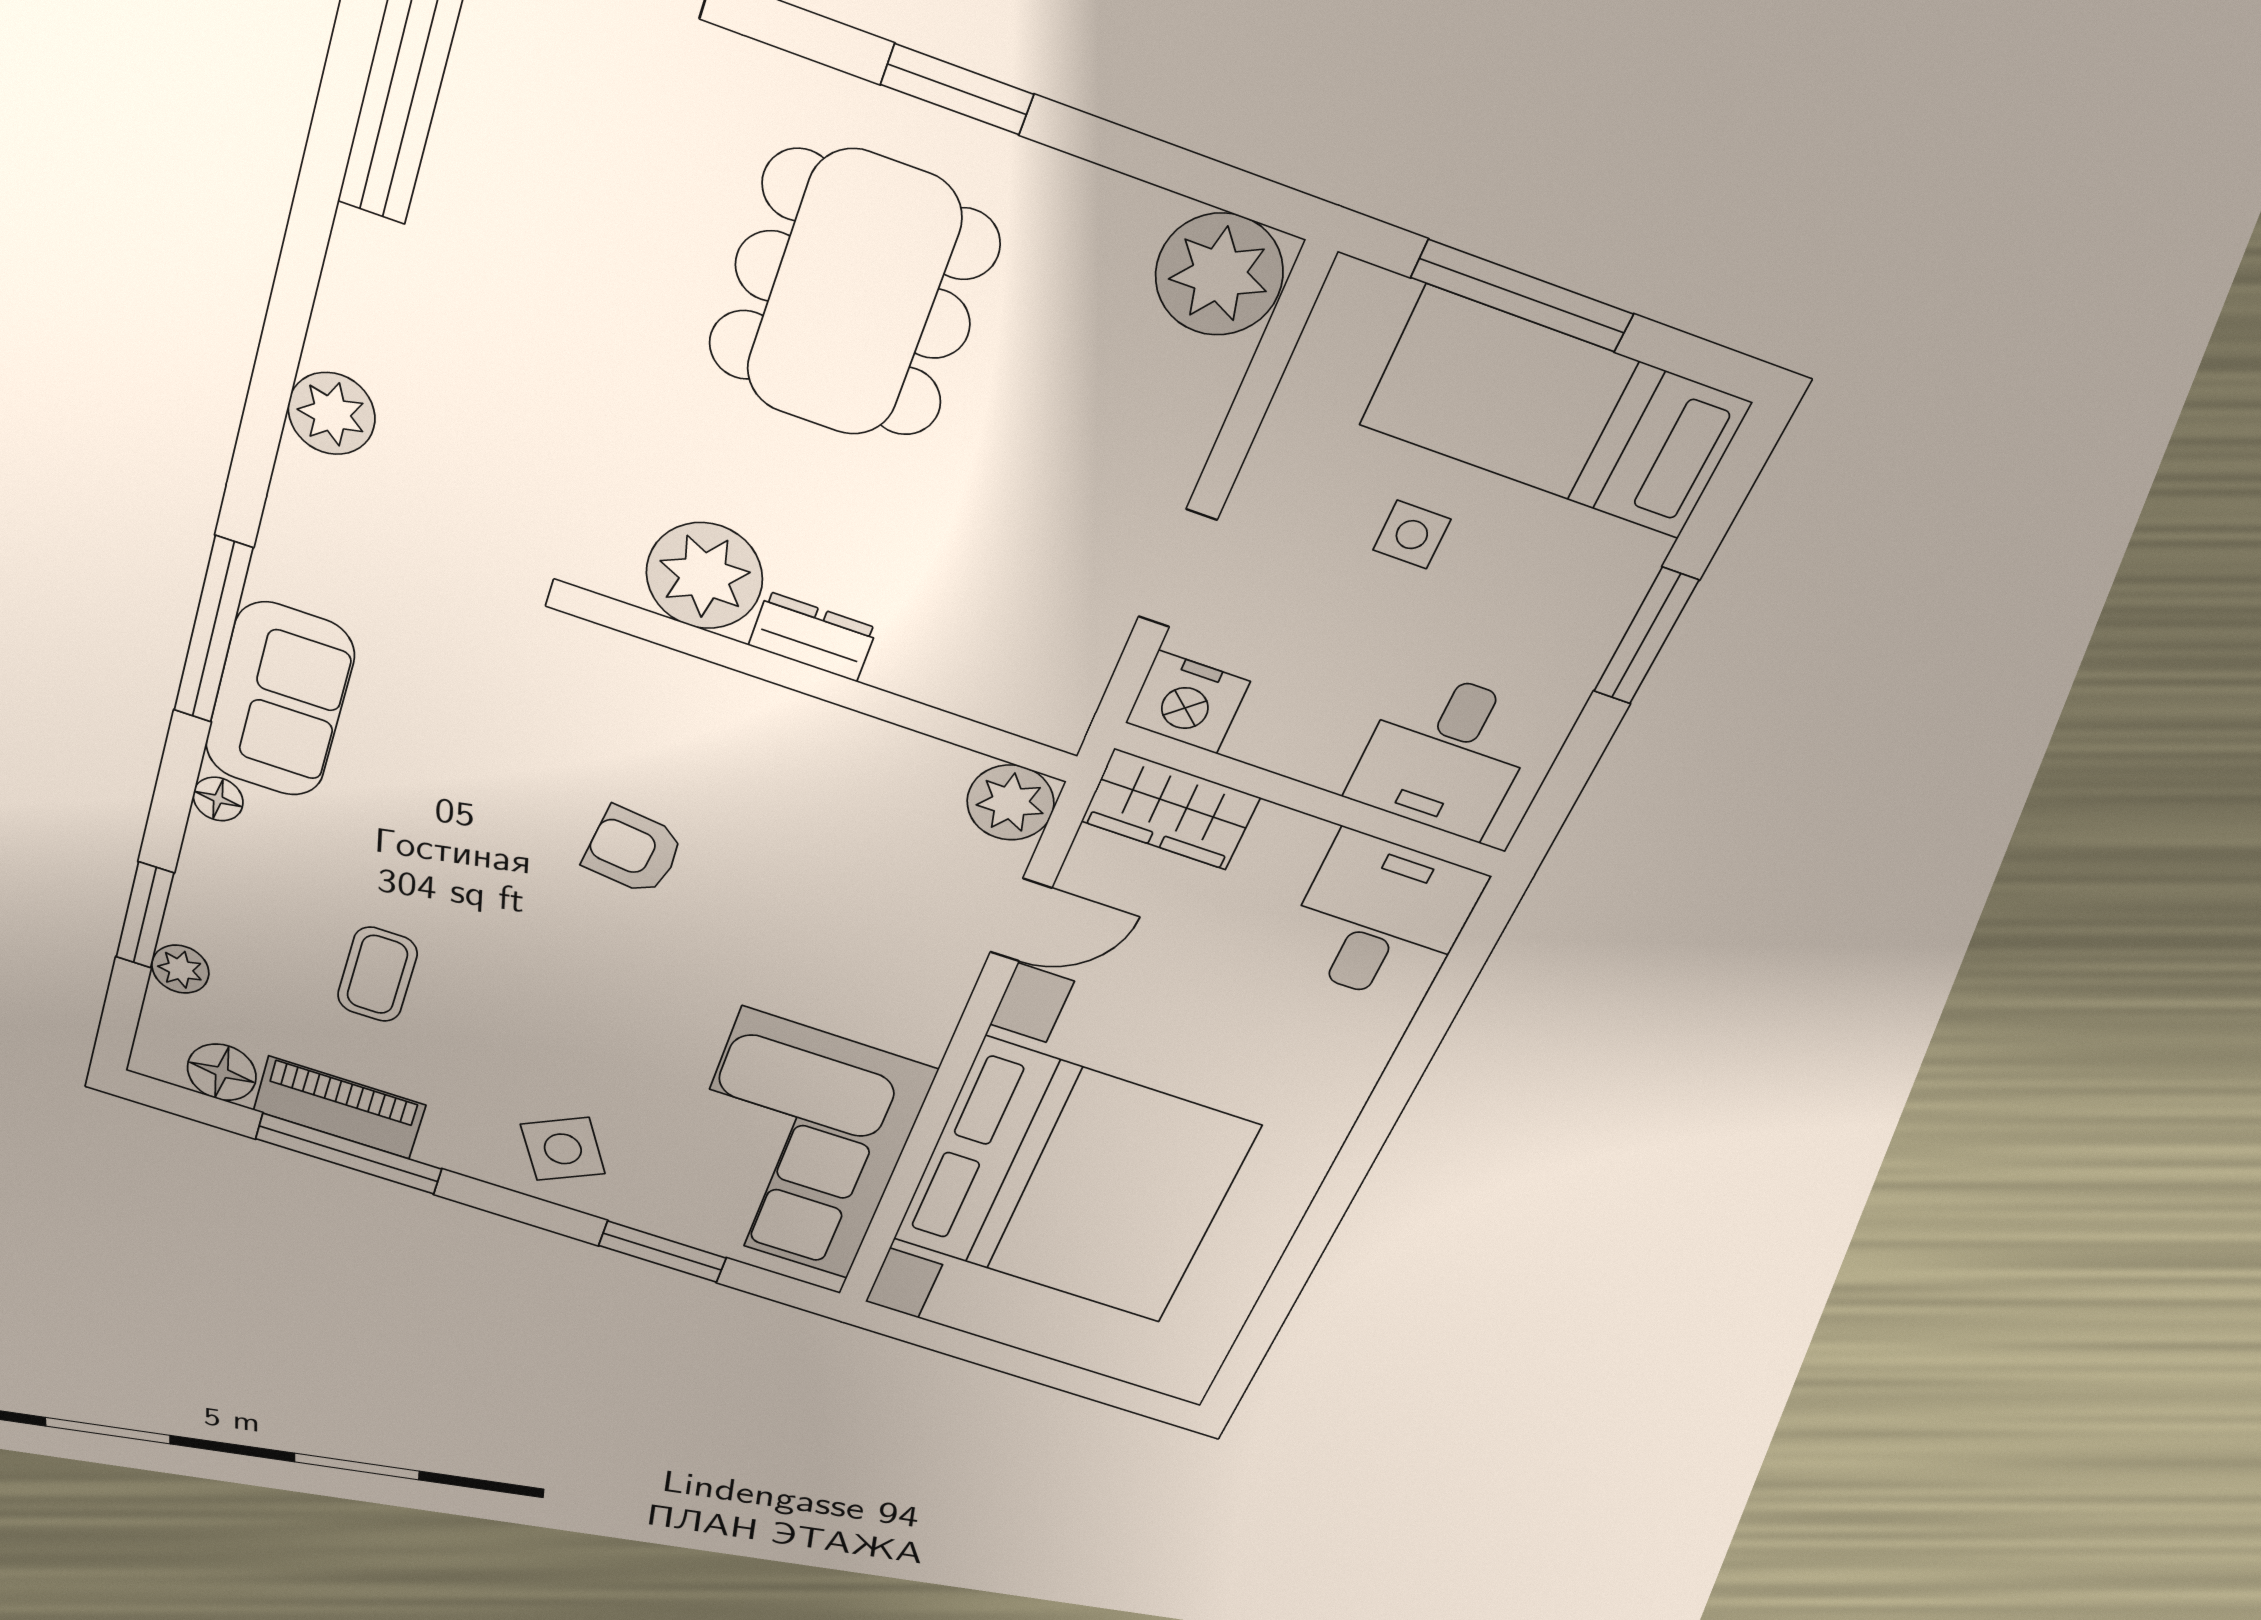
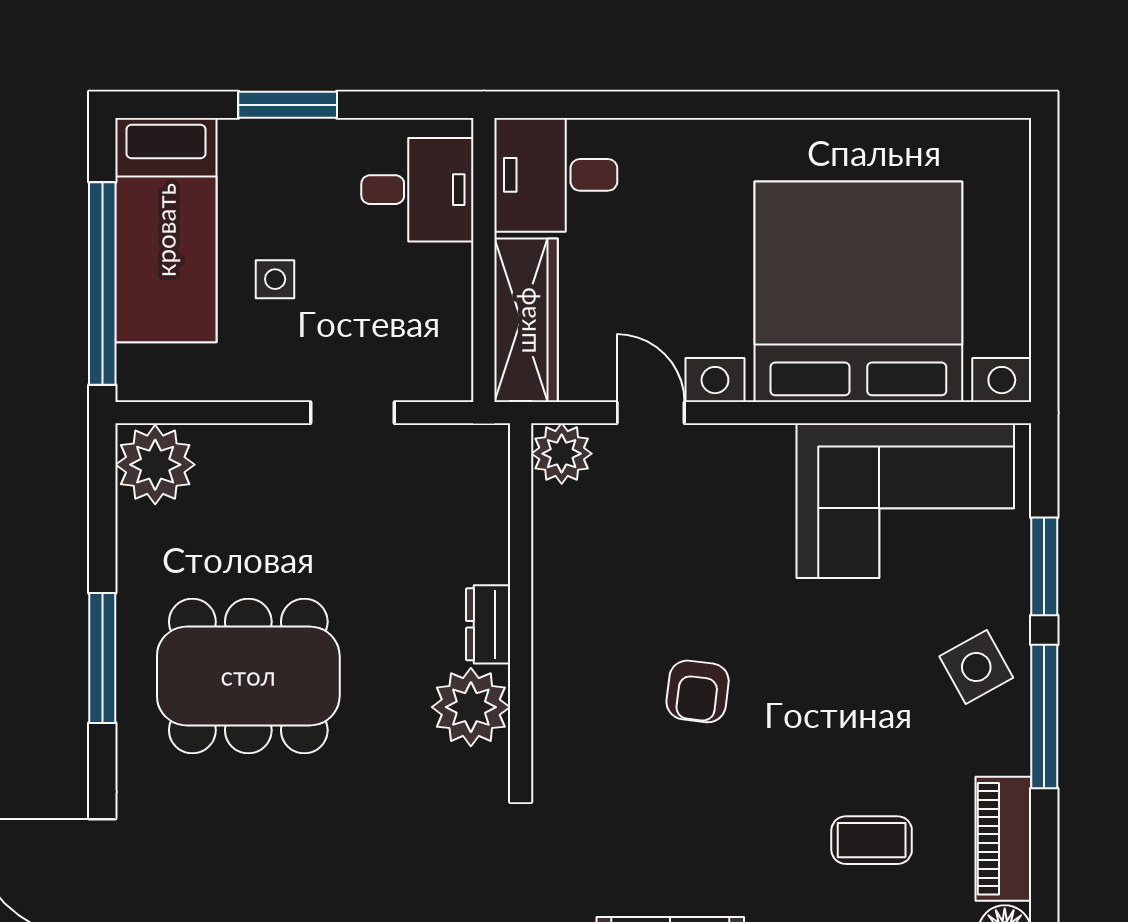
window: (957, 89) -> (102, 658), width x1.44
window: (1522, 296) -> (102, 283), width x1.46
nightstand: (1188, 702) -> (443, 368), removed
wardrobe: (1170, 809) -> (526, 320), width x1.50
window: (349, 1154) -> (1044, 717), moved

